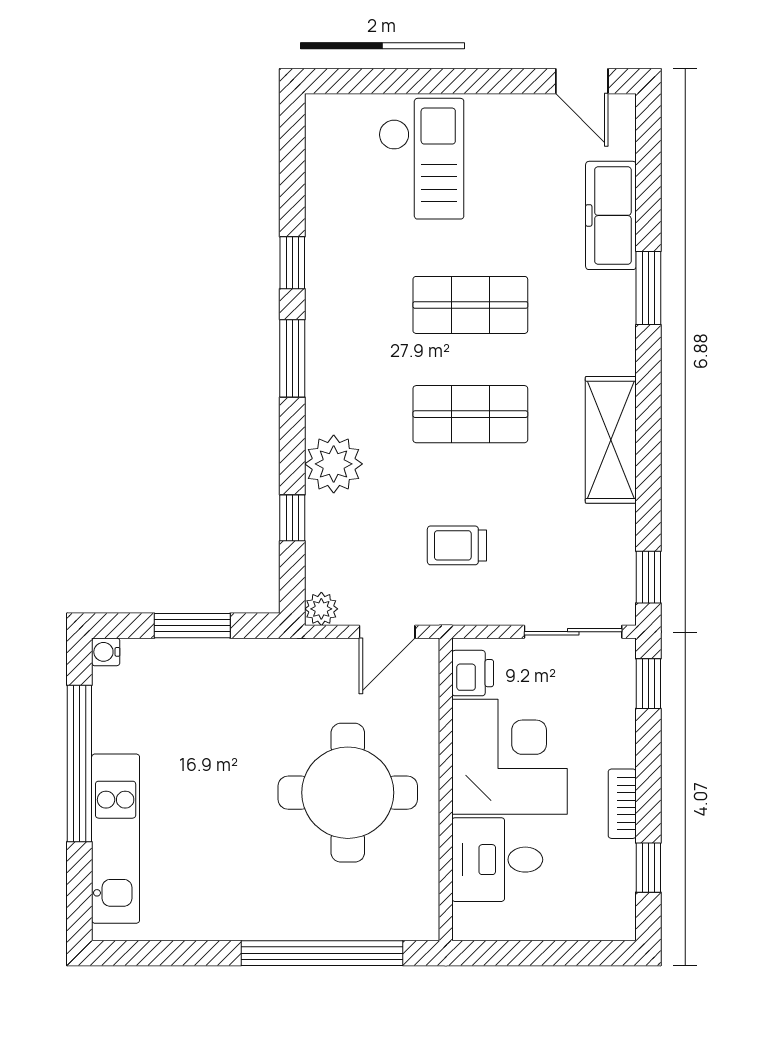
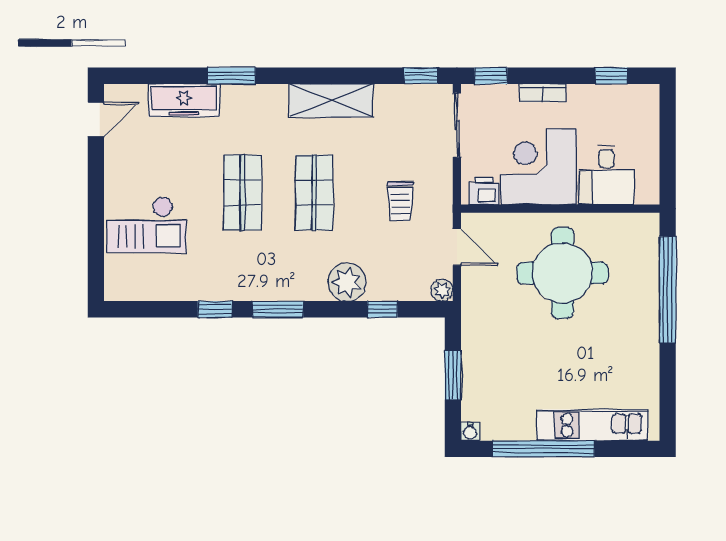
checkout: (421, 159) -> (147, 225), turned 180
bookcase: (622, 804) -> (543, 93), moved

